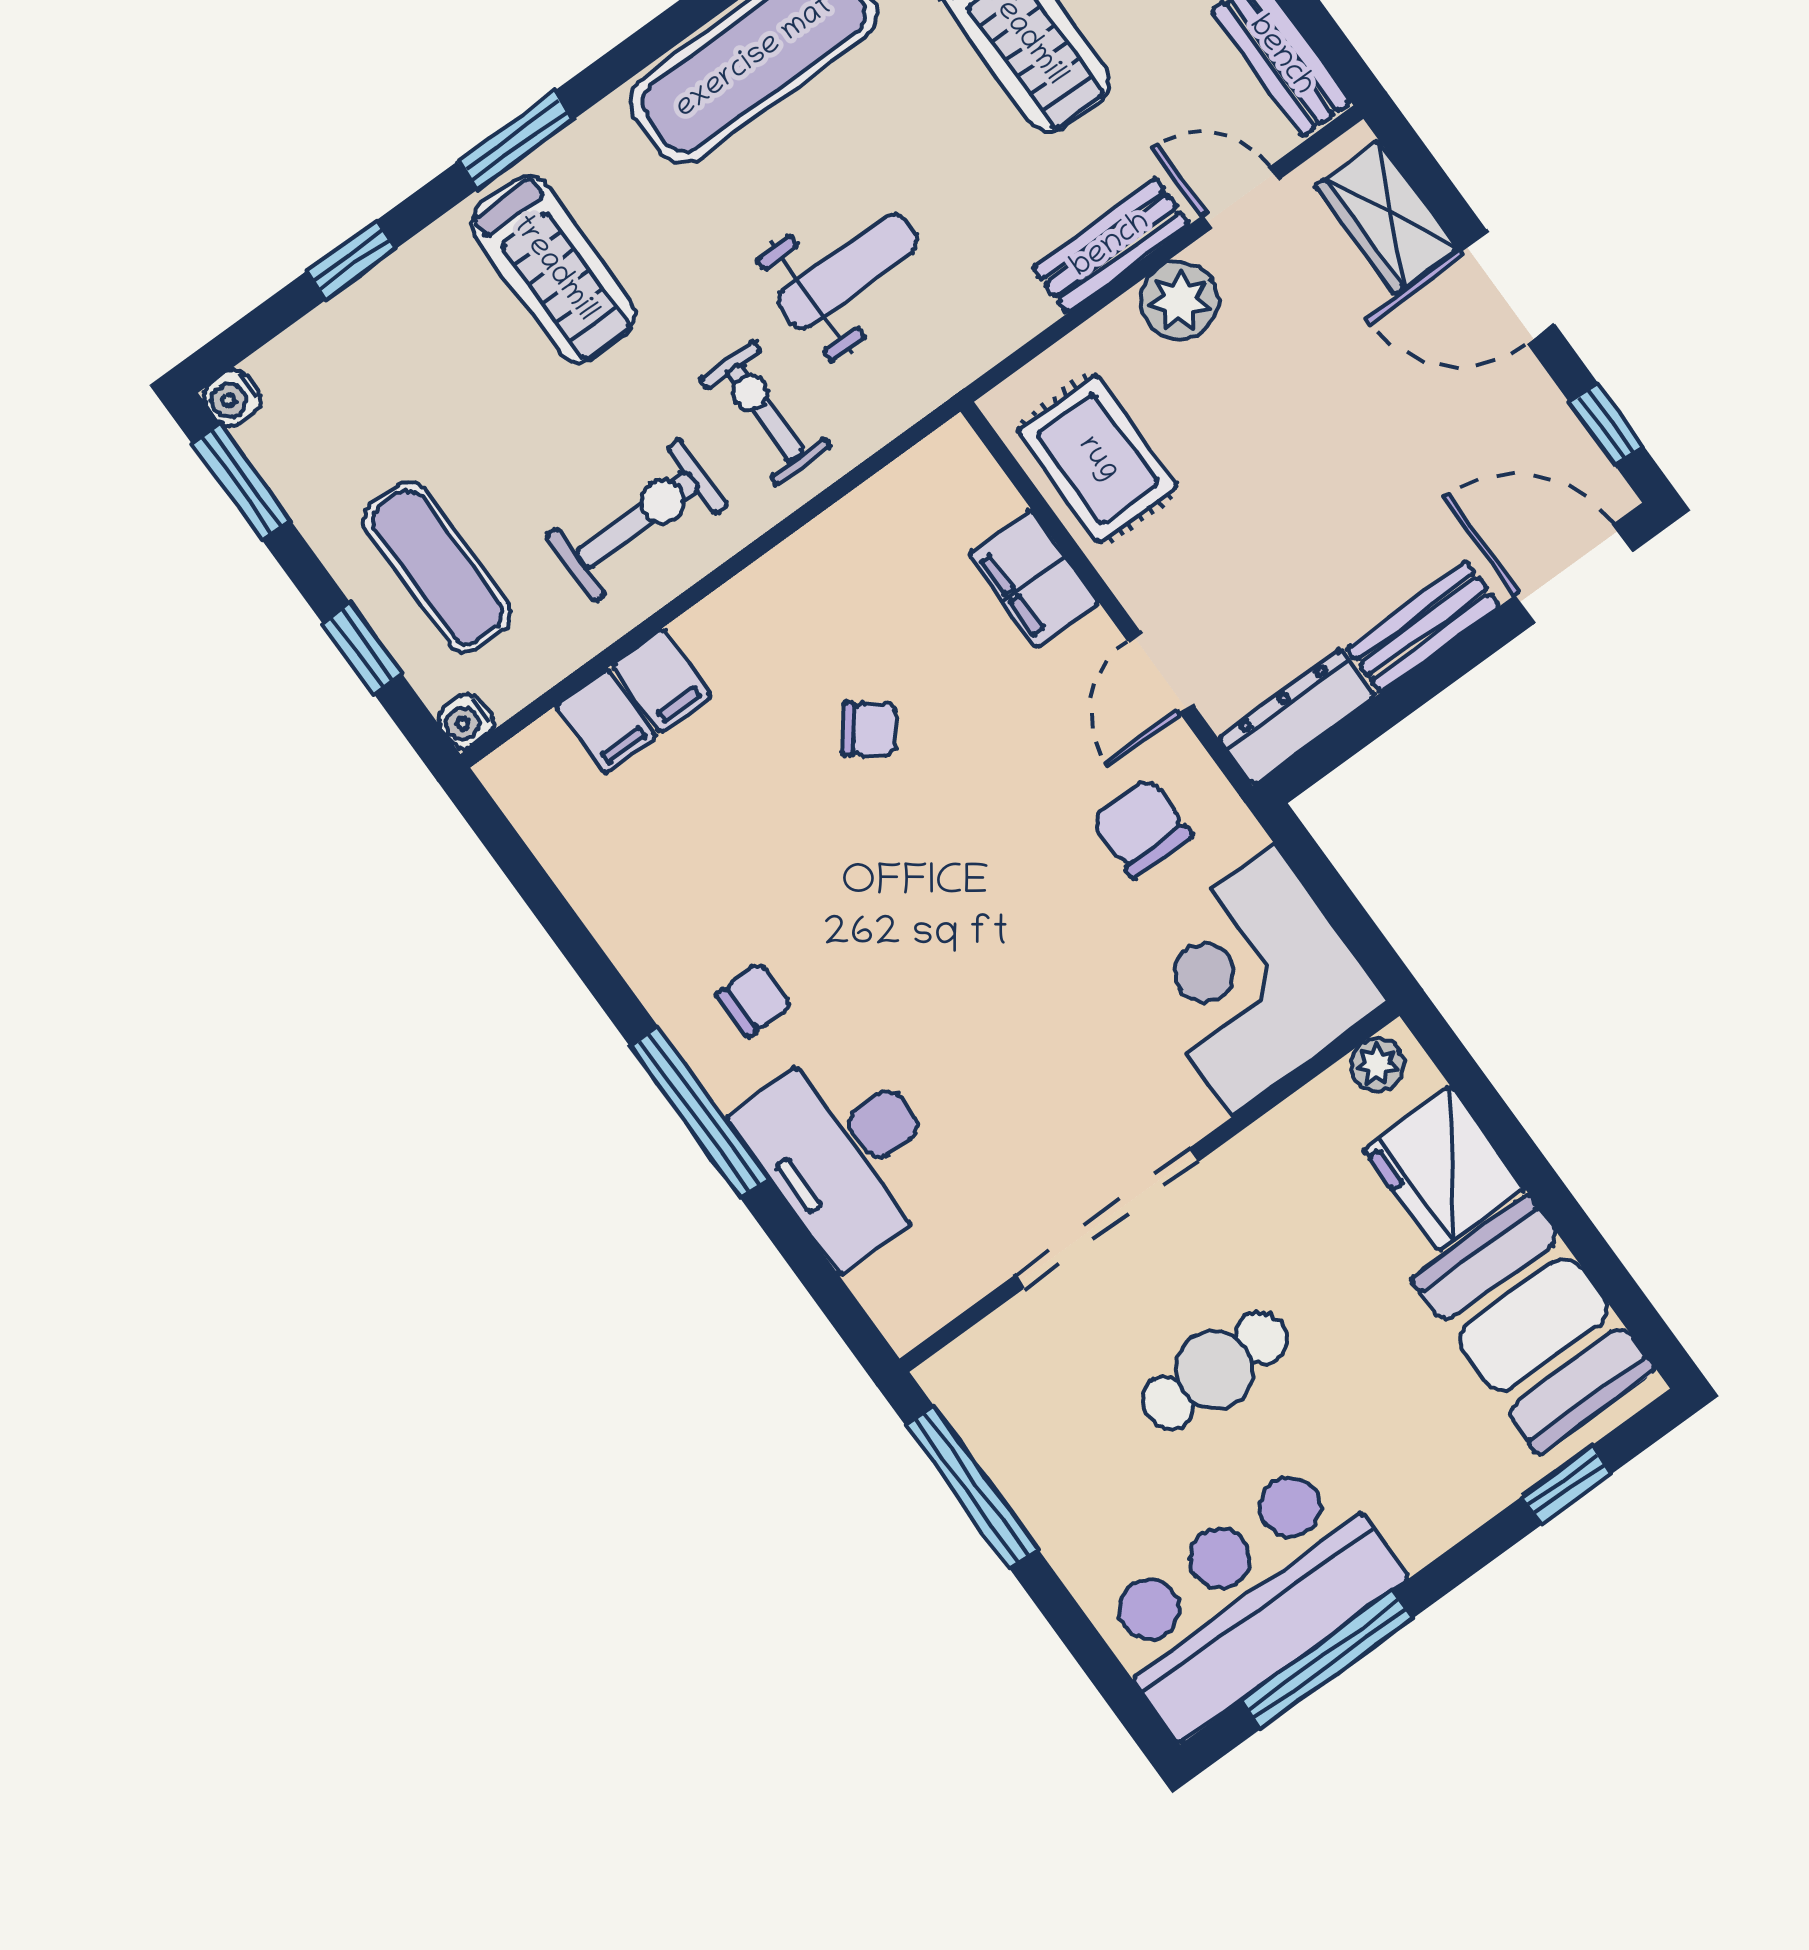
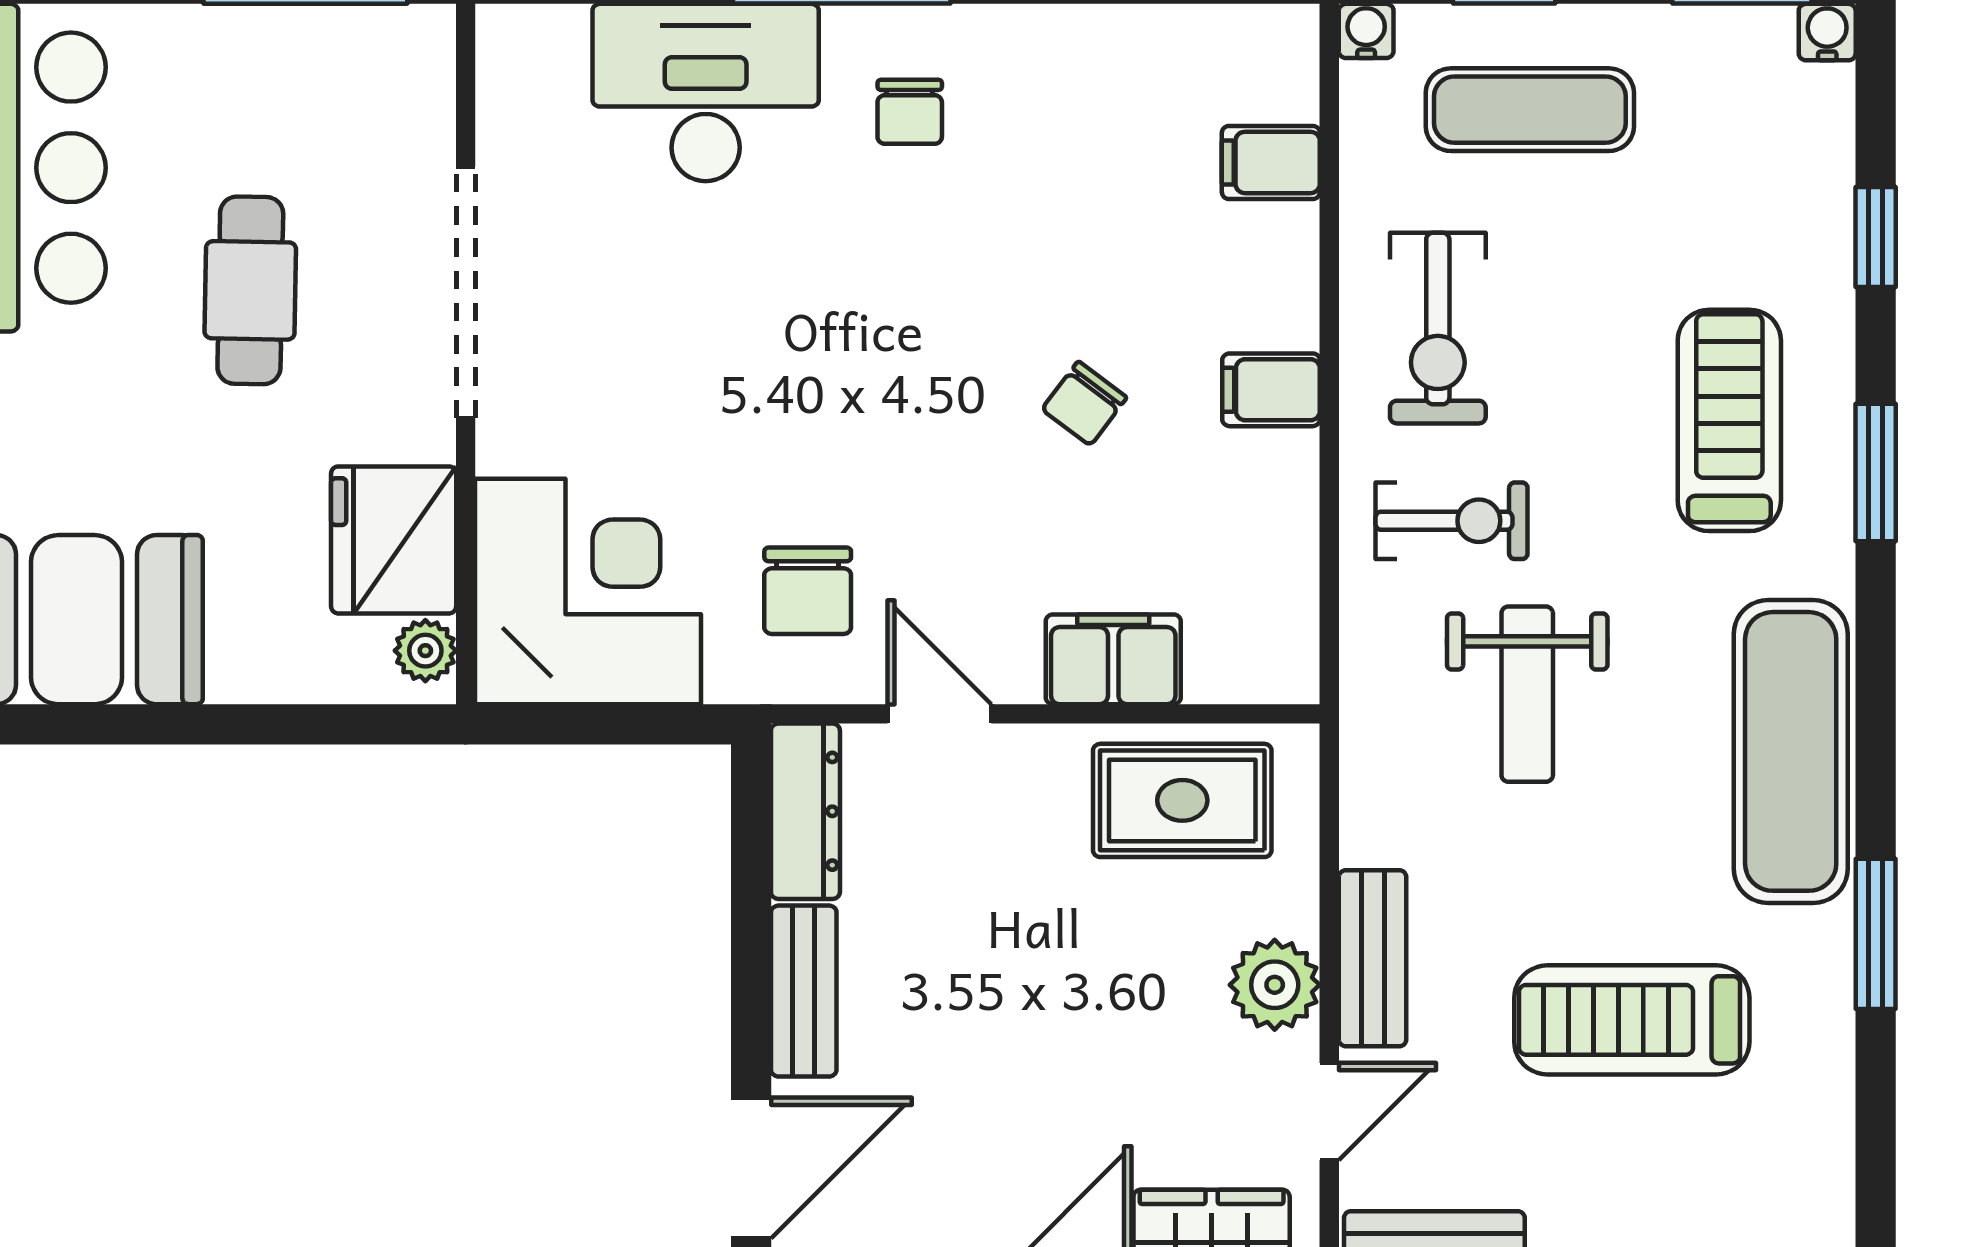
treadmill: (554, 269) -> (1729, 420), turned 90
filing cabinet: (662, 681) -> (1271, 390), moved
chair: (1141, 828) -> (808, 591), turned 90
fridge: (1444, 1169) -> (394, 540), moved, turned -90

